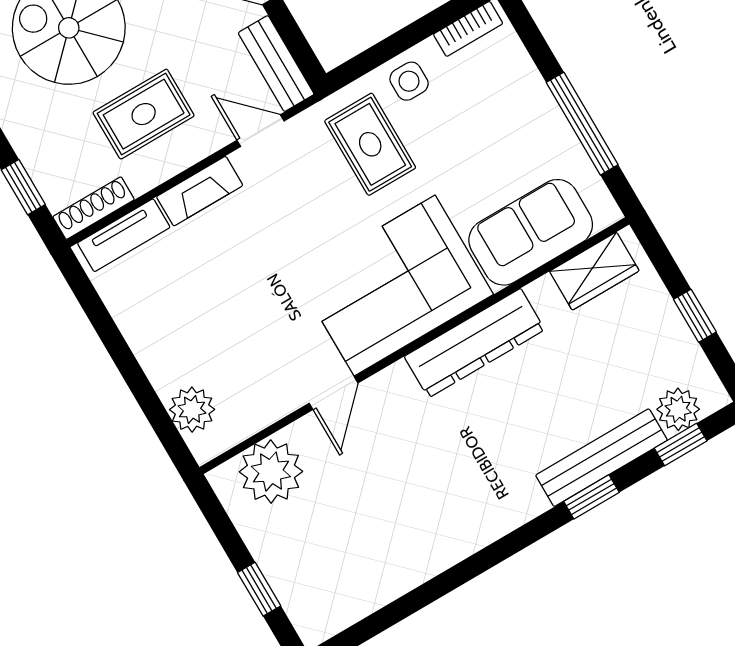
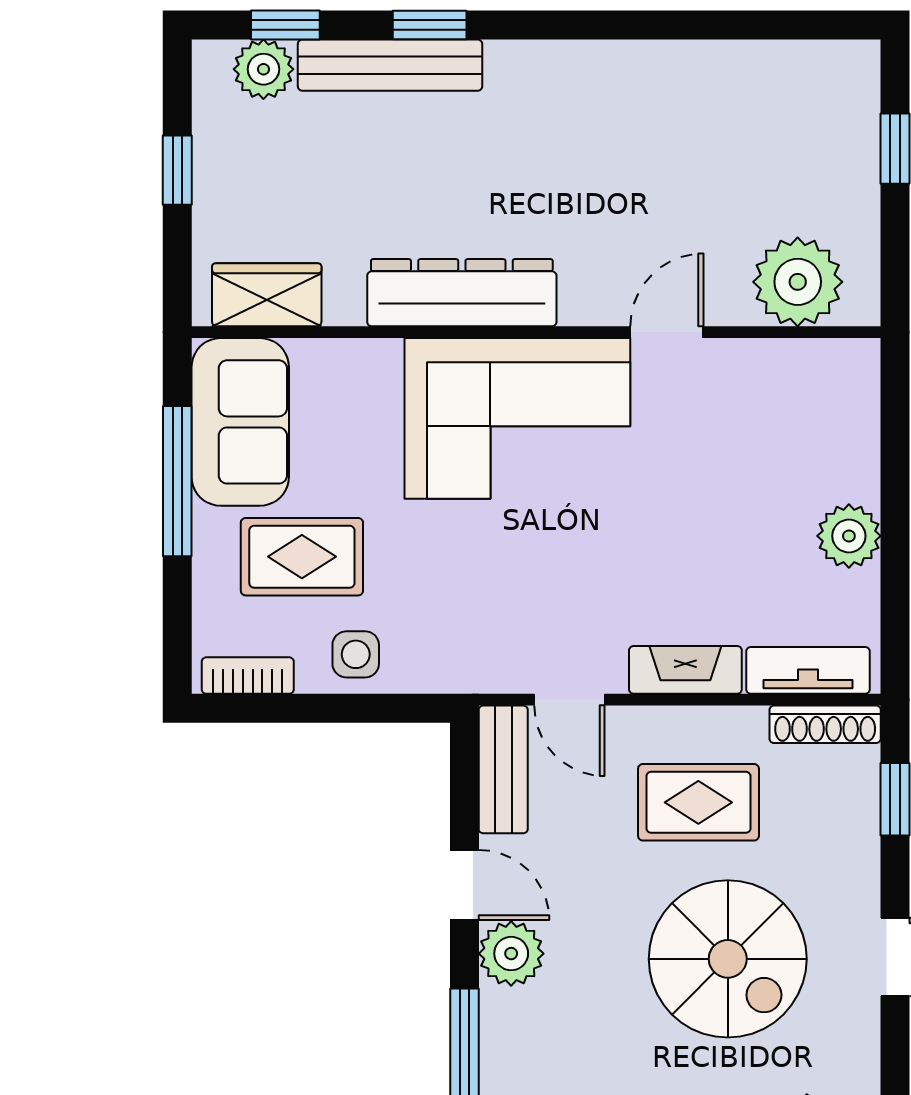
rug: (370, 144) -> (302, 557), moved, turned 90
sofa: (531, 232) -> (240, 422), moved, turned -90
plant: (192, 410) -> (849, 536), moved

